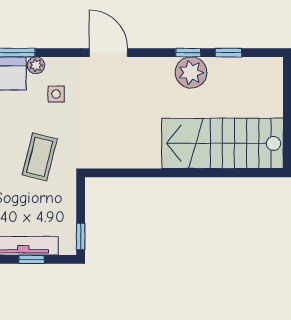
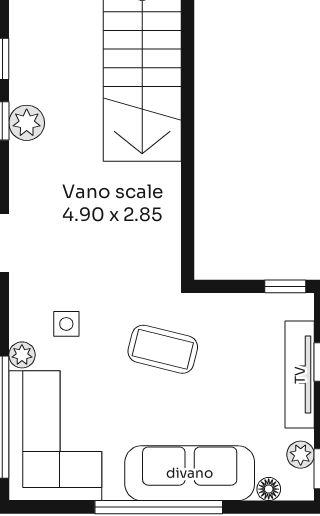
plant: (191, 73) -> (27, 123), width x0.73, depth x0.73

